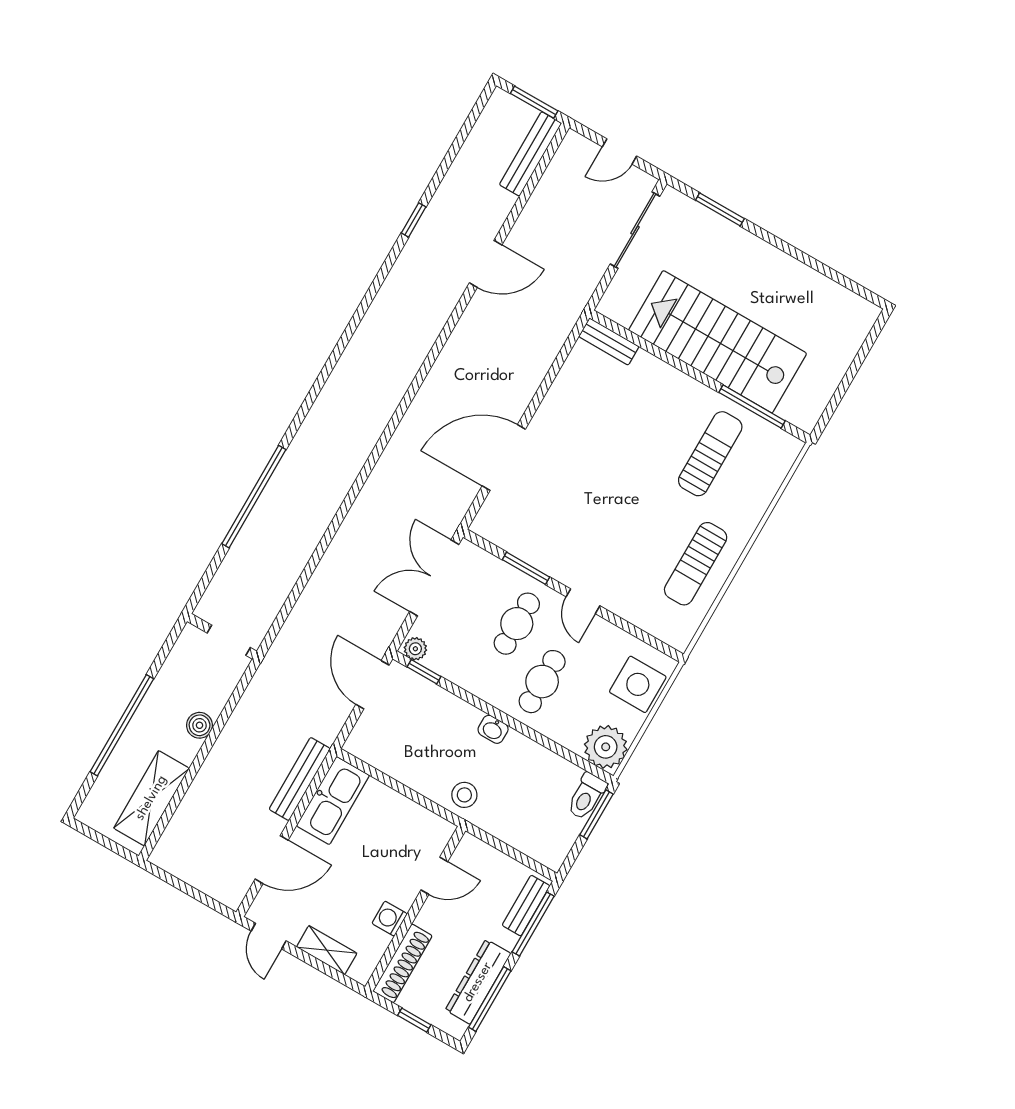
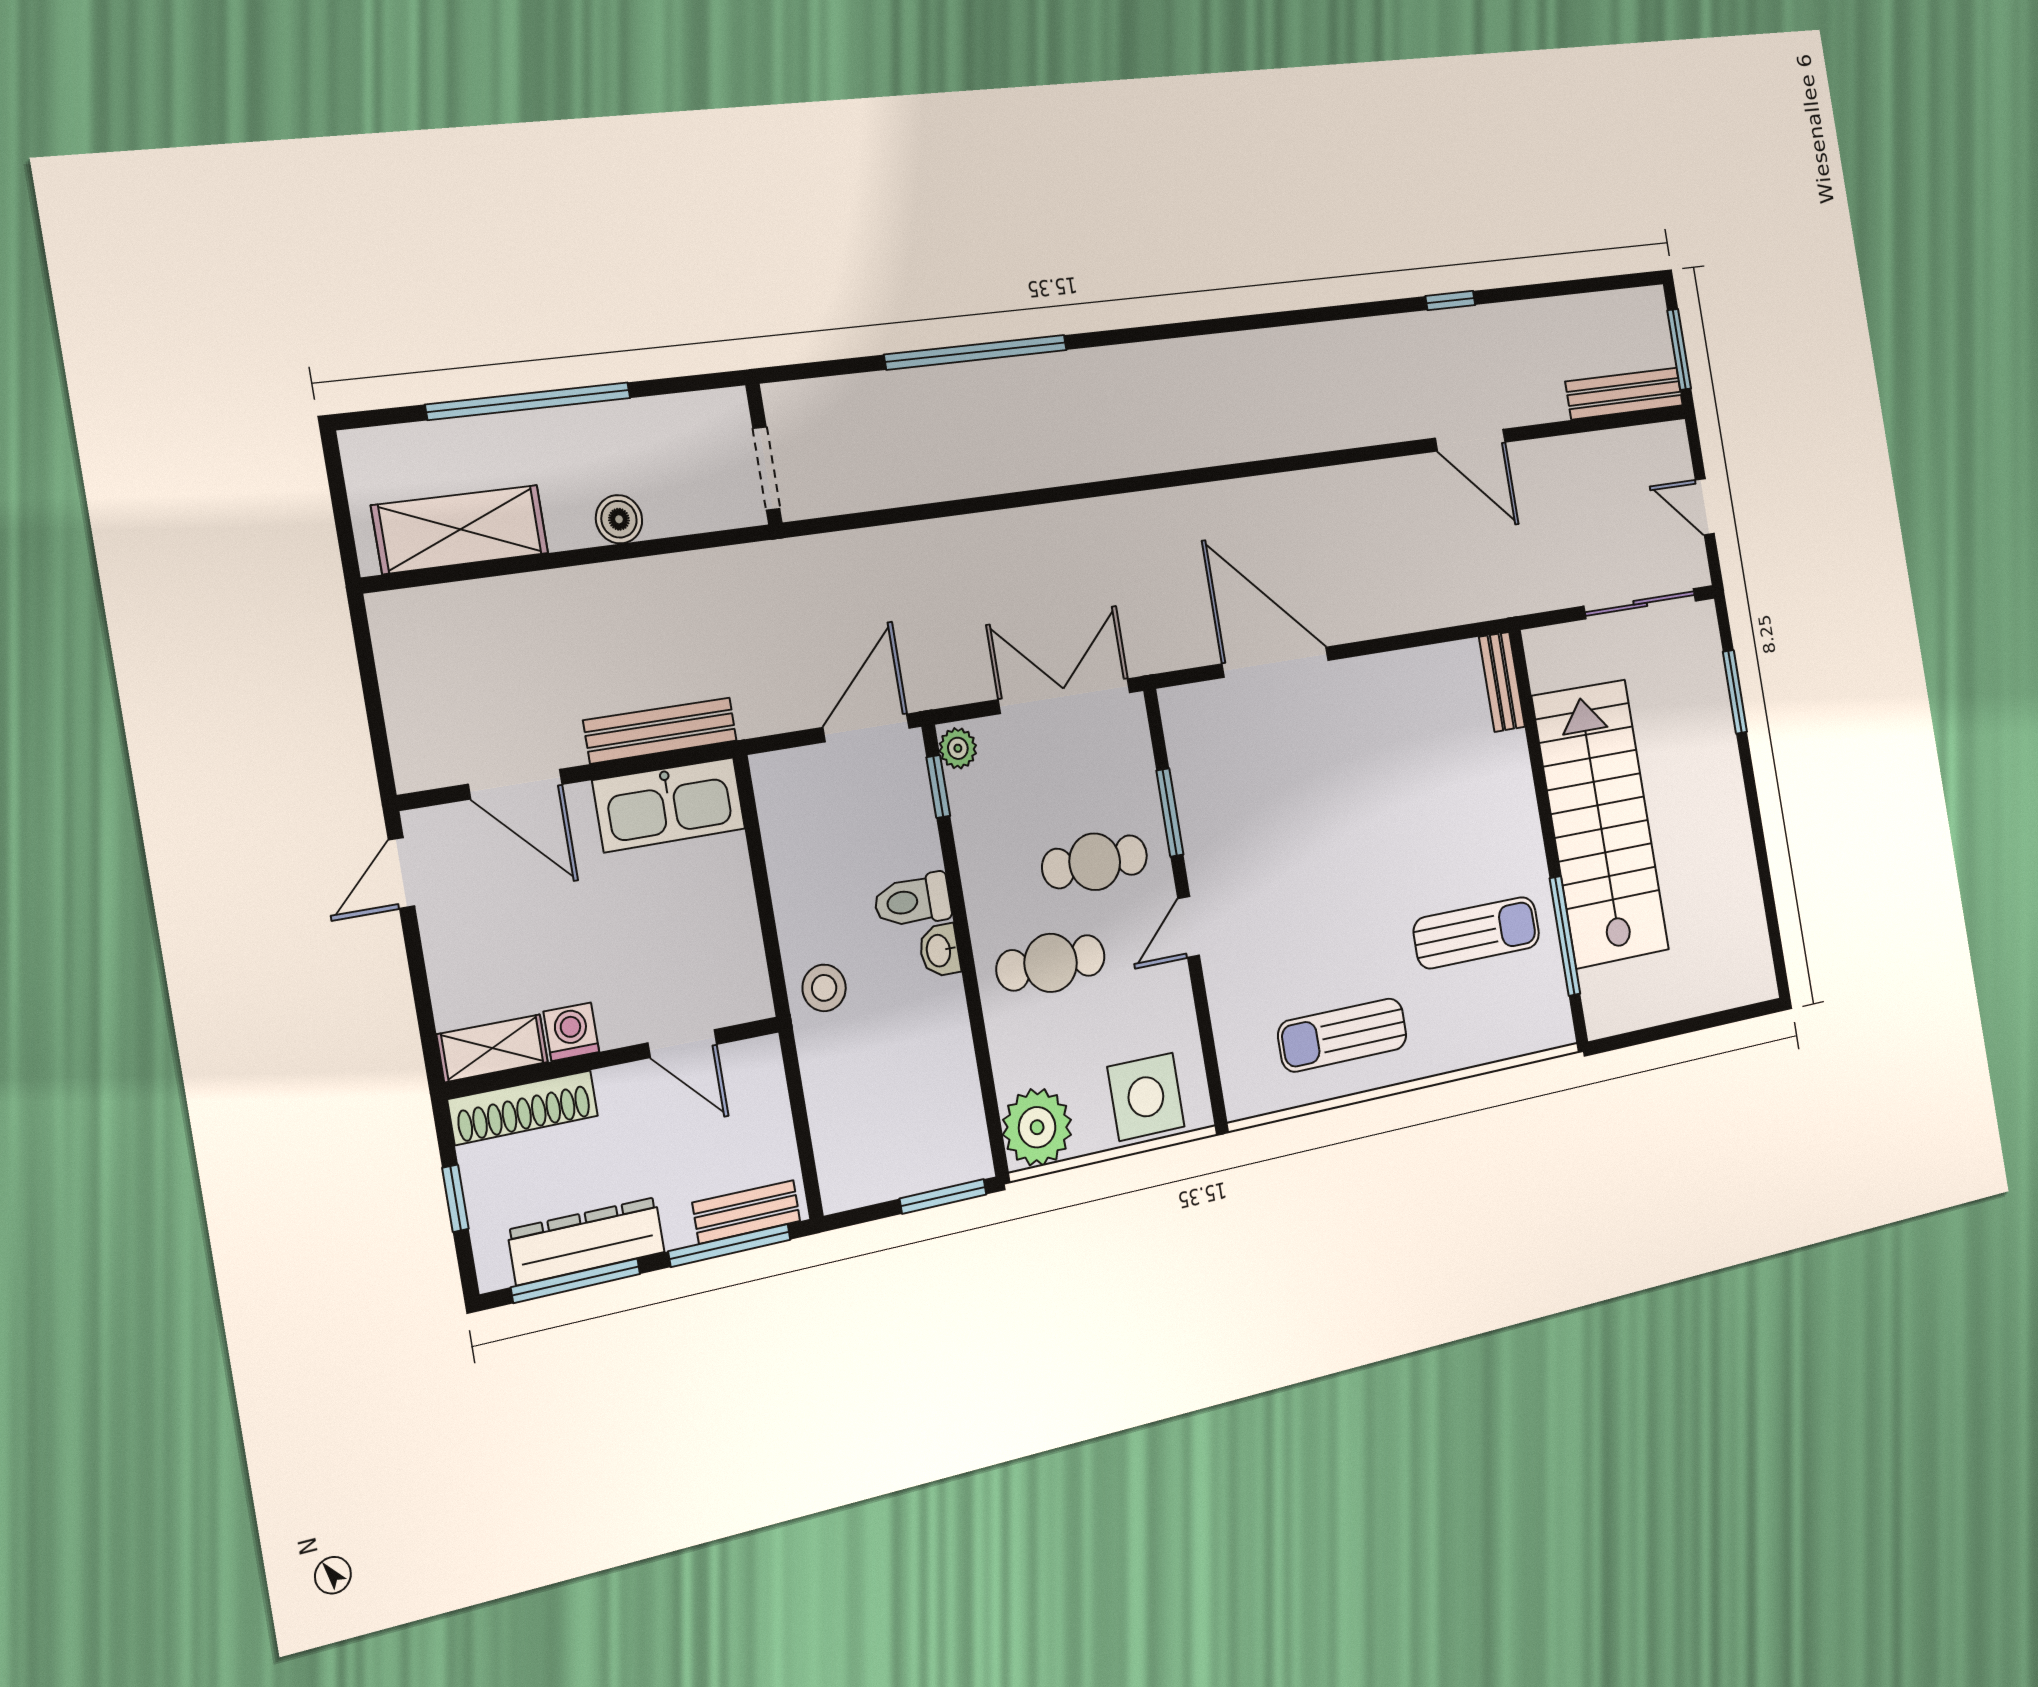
toilet: (587, 796) -> (913, 901), moved
shelving: (327, 950) -> (492, 1048), moved, turned 90

